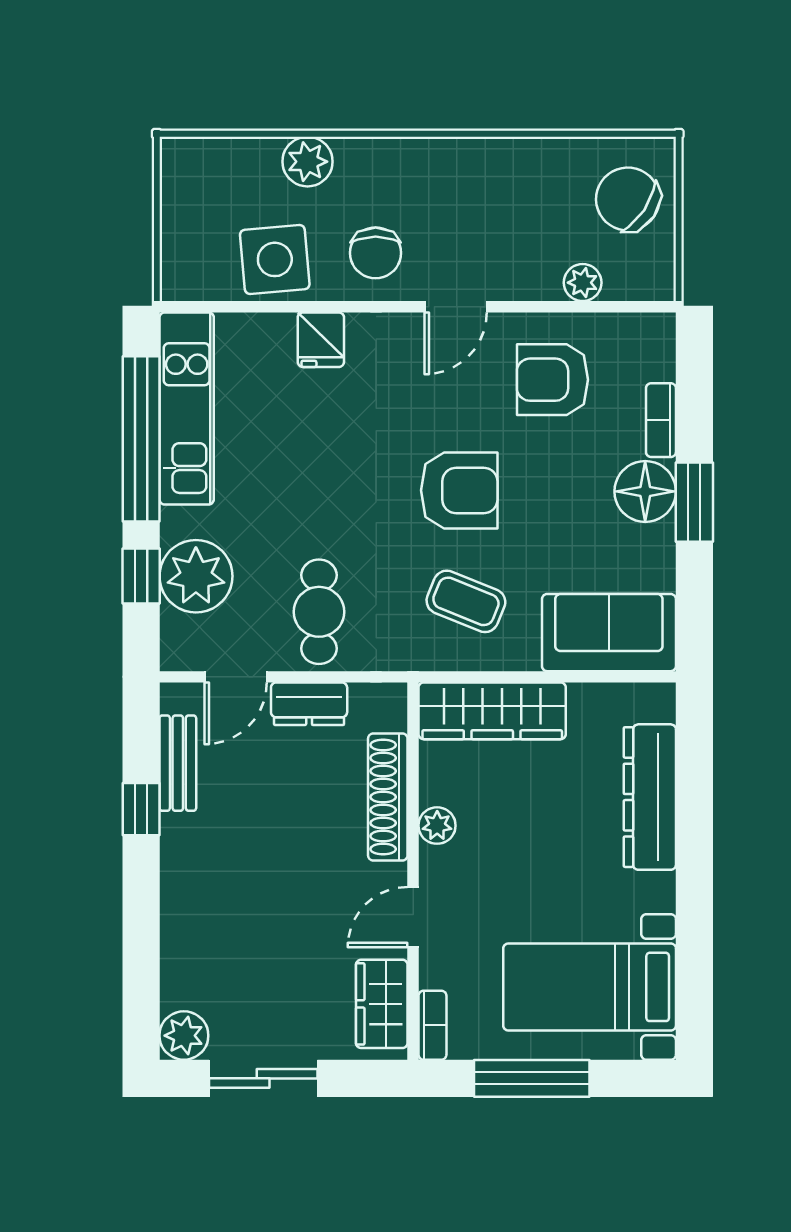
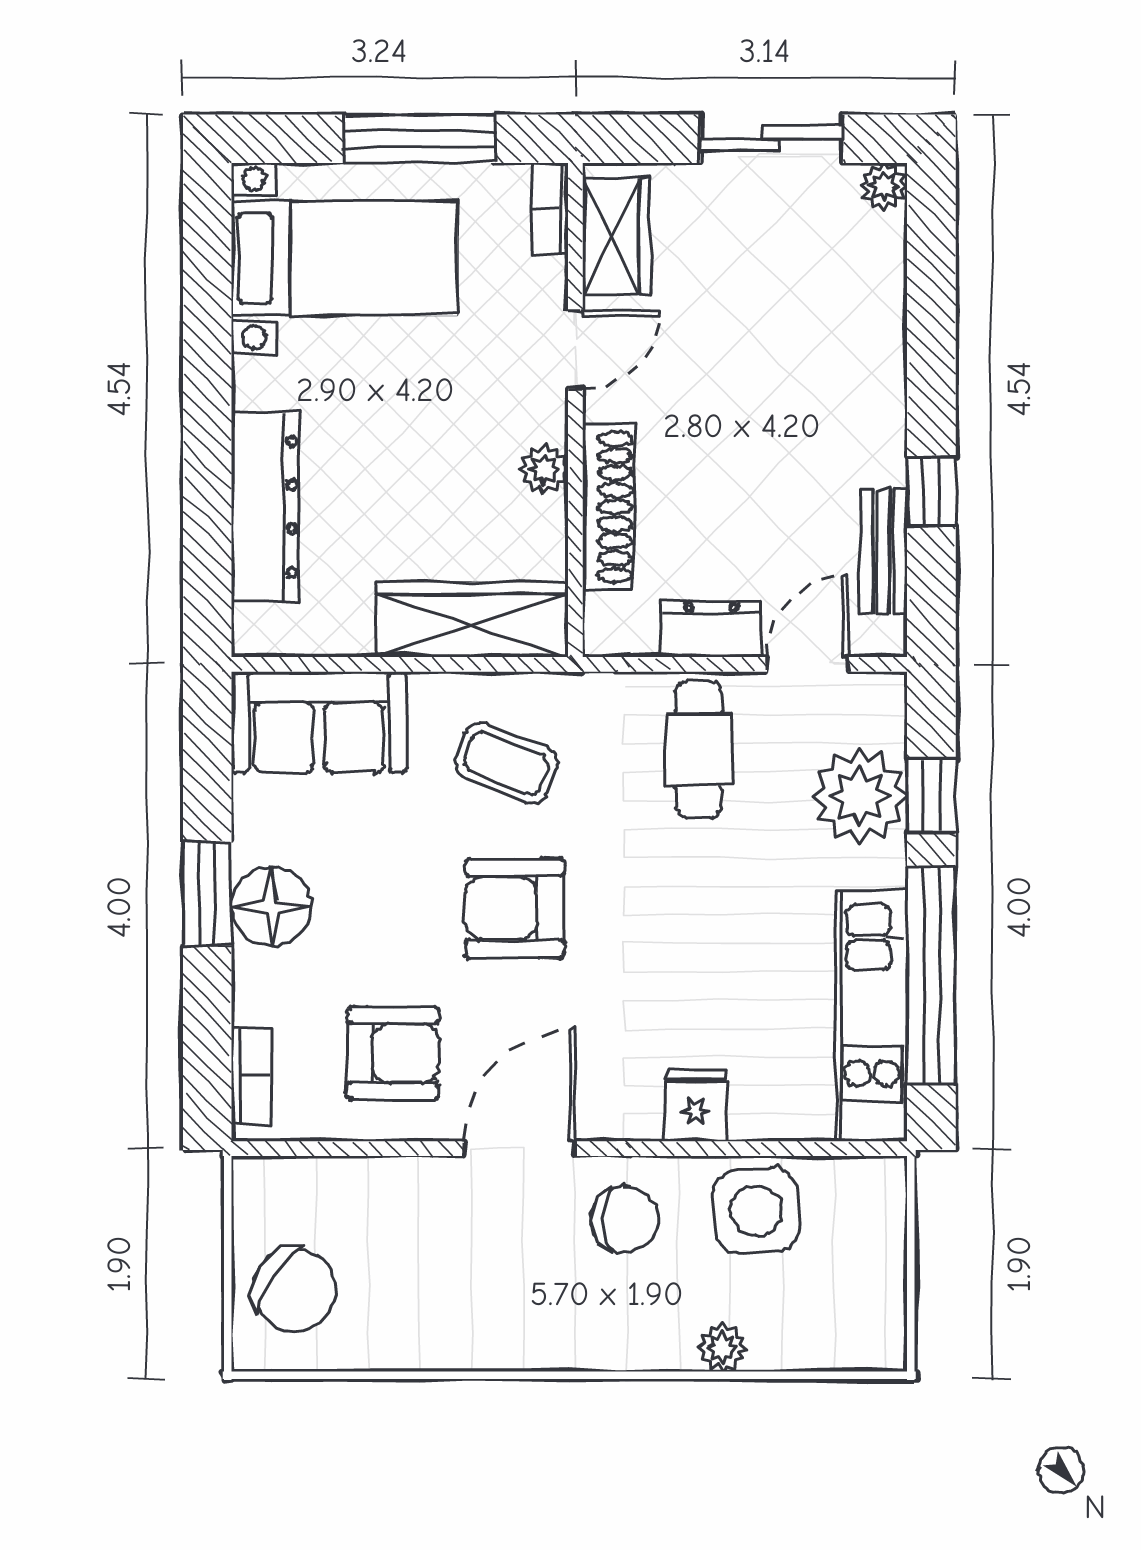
plant: (307, 162) -> (722, 1348), width x0.73, depth x0.73
chair: (376, 253) -> (625, 1219), turned 90
plant: (583, 283) -> (353, 1180), removed
door: (456, 307) -> (520, 1149), width x1.38
bookcase: (661, 420) -> (251, 1076), moved
plant: (184, 1036) -> (884, 186), width x0.73, depth x0.73

